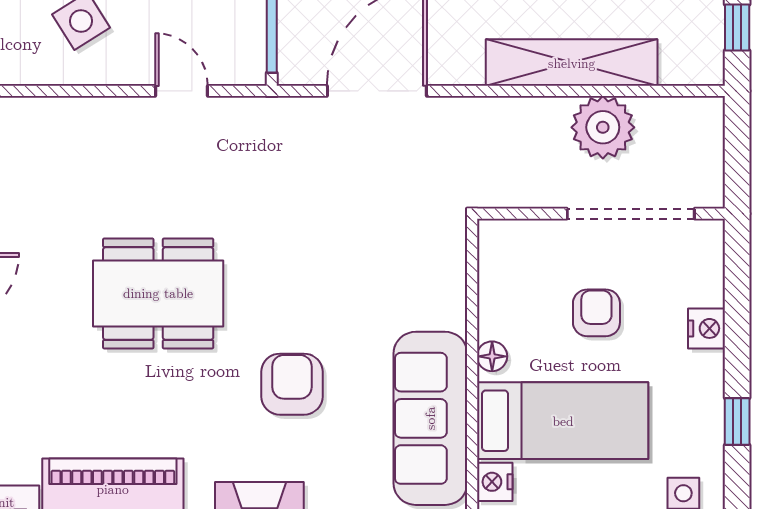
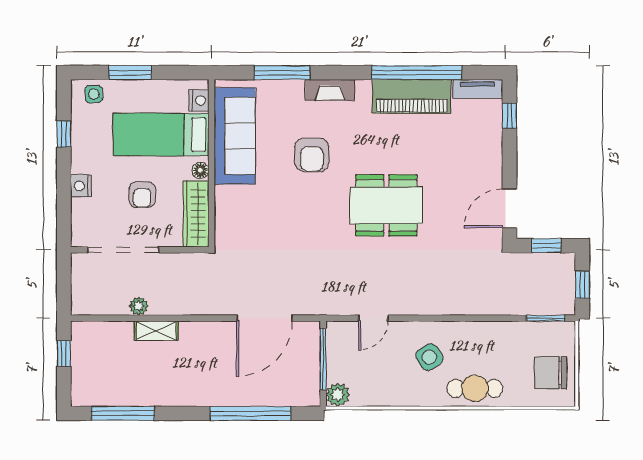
shelving: (572, 63) -> (156, 331), width x0.45, depth x0.75
door: (182, 91) -> (373, 318), hinge flipped
plant: (603, 127) -> (139, 306), width x0.53, depth x0.53
wardrobe: (500, 278) -> (196, 214), added

